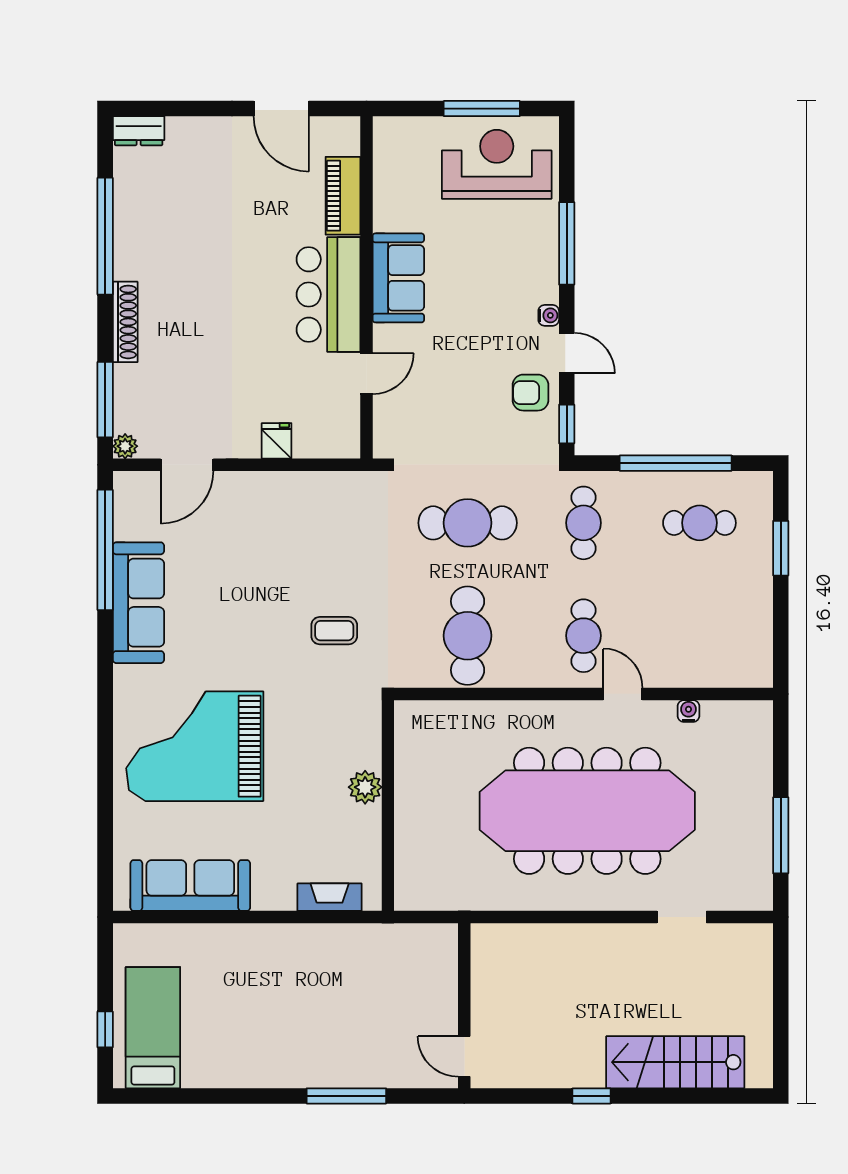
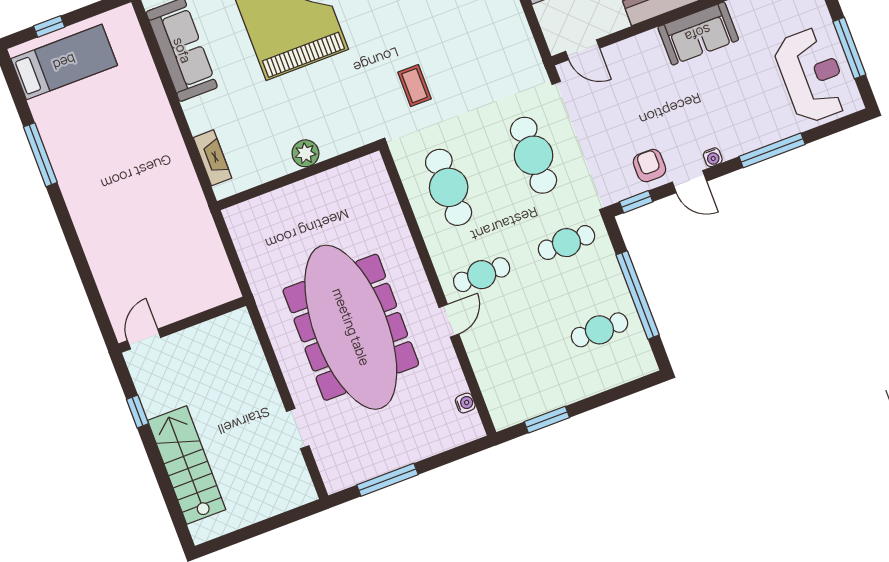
door: (567, 353) -> (689, 182), hinge flipped
door: (366, 374) -> (583, 50), moved
cafe table: (699, 523) -> (599, 330), turned 90
window: (781, 548) -> (547, 420), moved
cafe table: (468, 636) -> (449, 187), turned 90
water cooler: (688, 711) -> (465, 403), moved
wall: (464, 1006) -> (182, 325), moved
door: (464, 1056) -> (144, 339), moved
window: (346, 1096) -> (40, 155), moved

